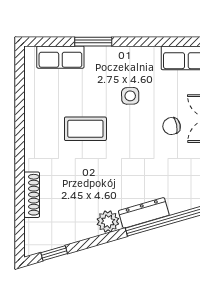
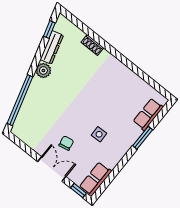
coffee table: (85, 129) -> (101, 97), removed
shoe rack: (32, 195) -> (92, 45), width x0.70
dresser: (144, 213) -> (52, 47), moved

